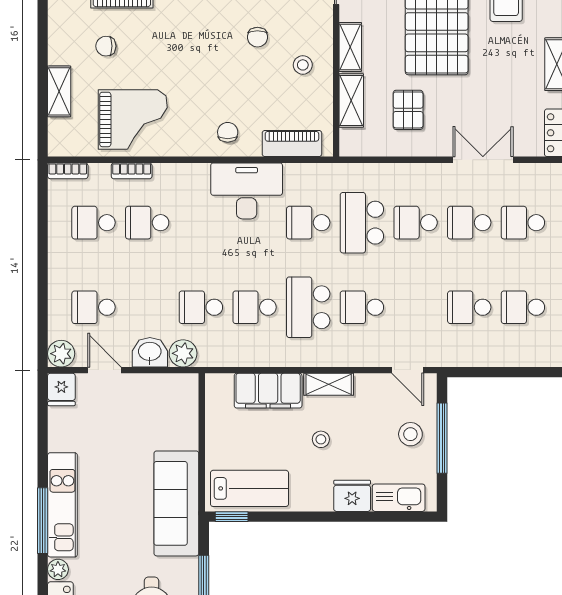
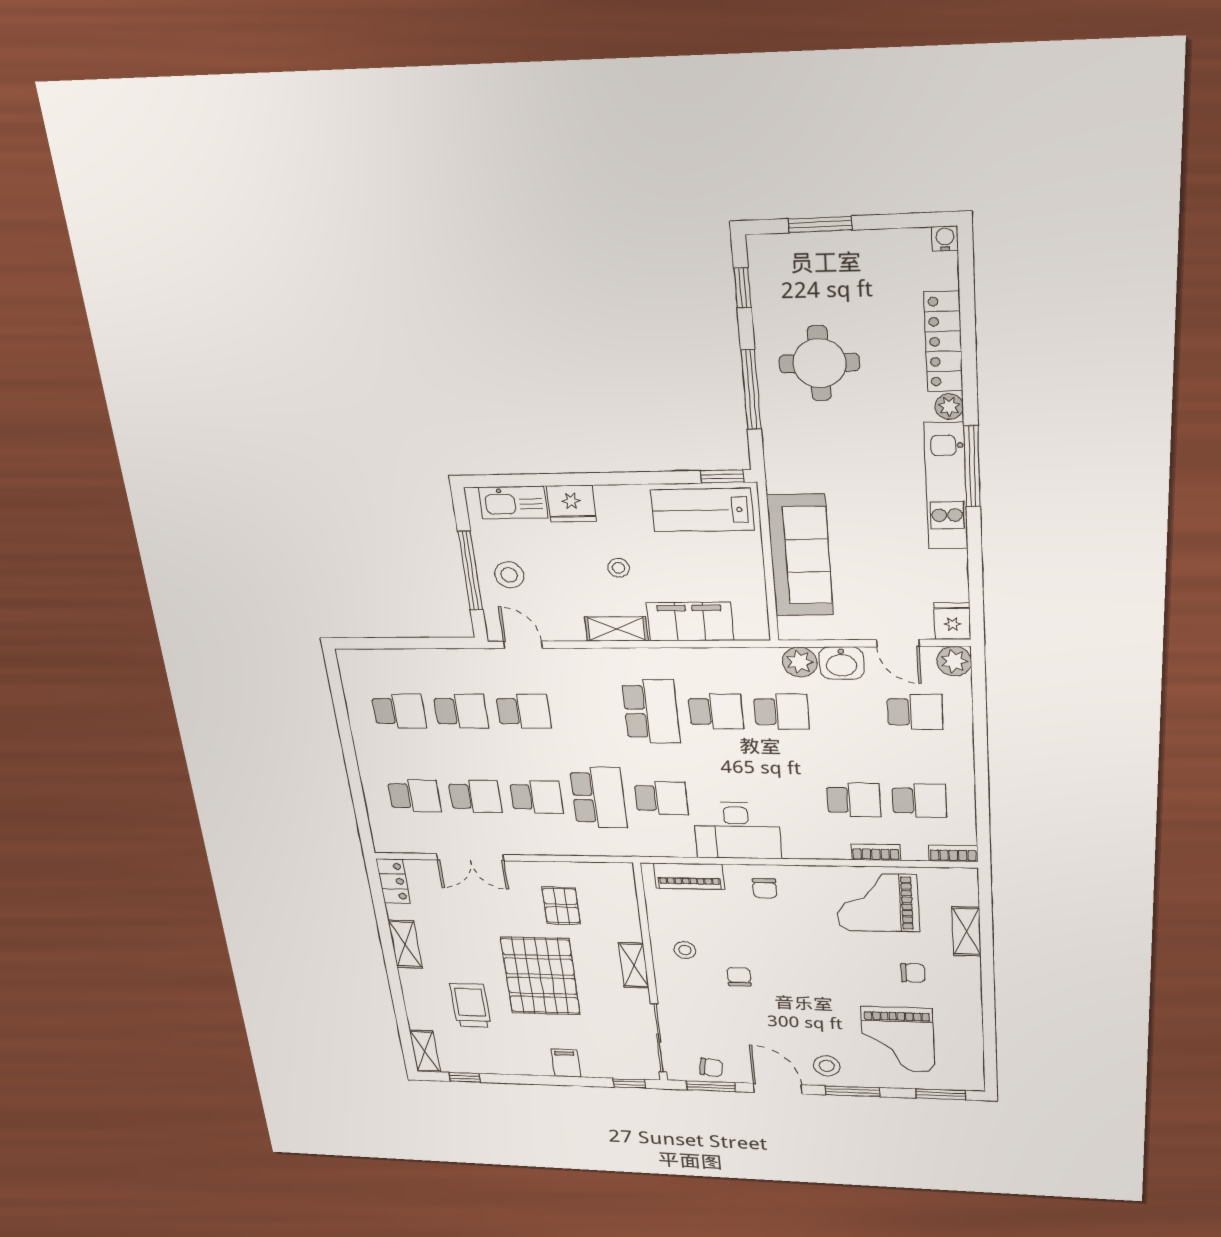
shelving: (351, 100) -> (626, 916), removed
school desk: (362, 307) -> (524, 711), moved
sofa: (176, 503) -> (800, 556), moved

